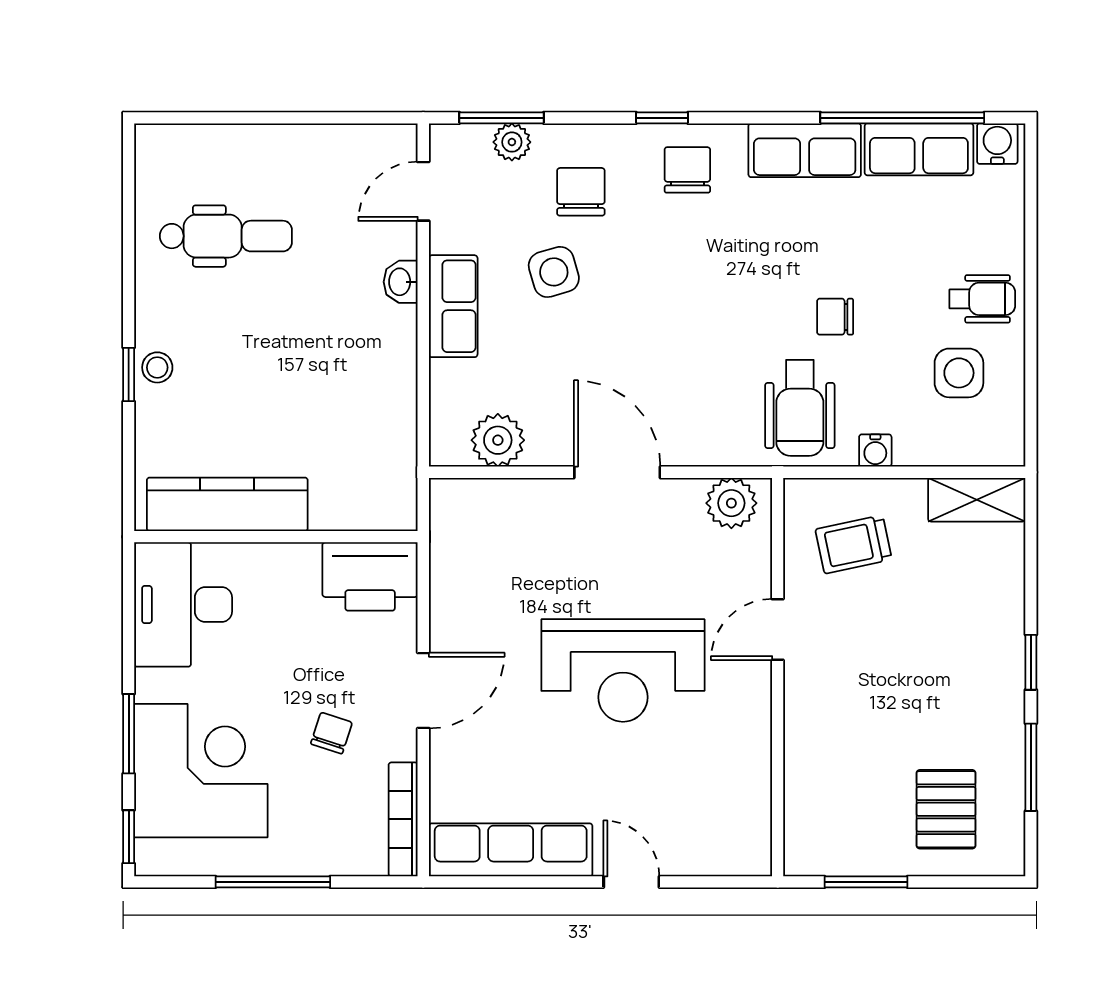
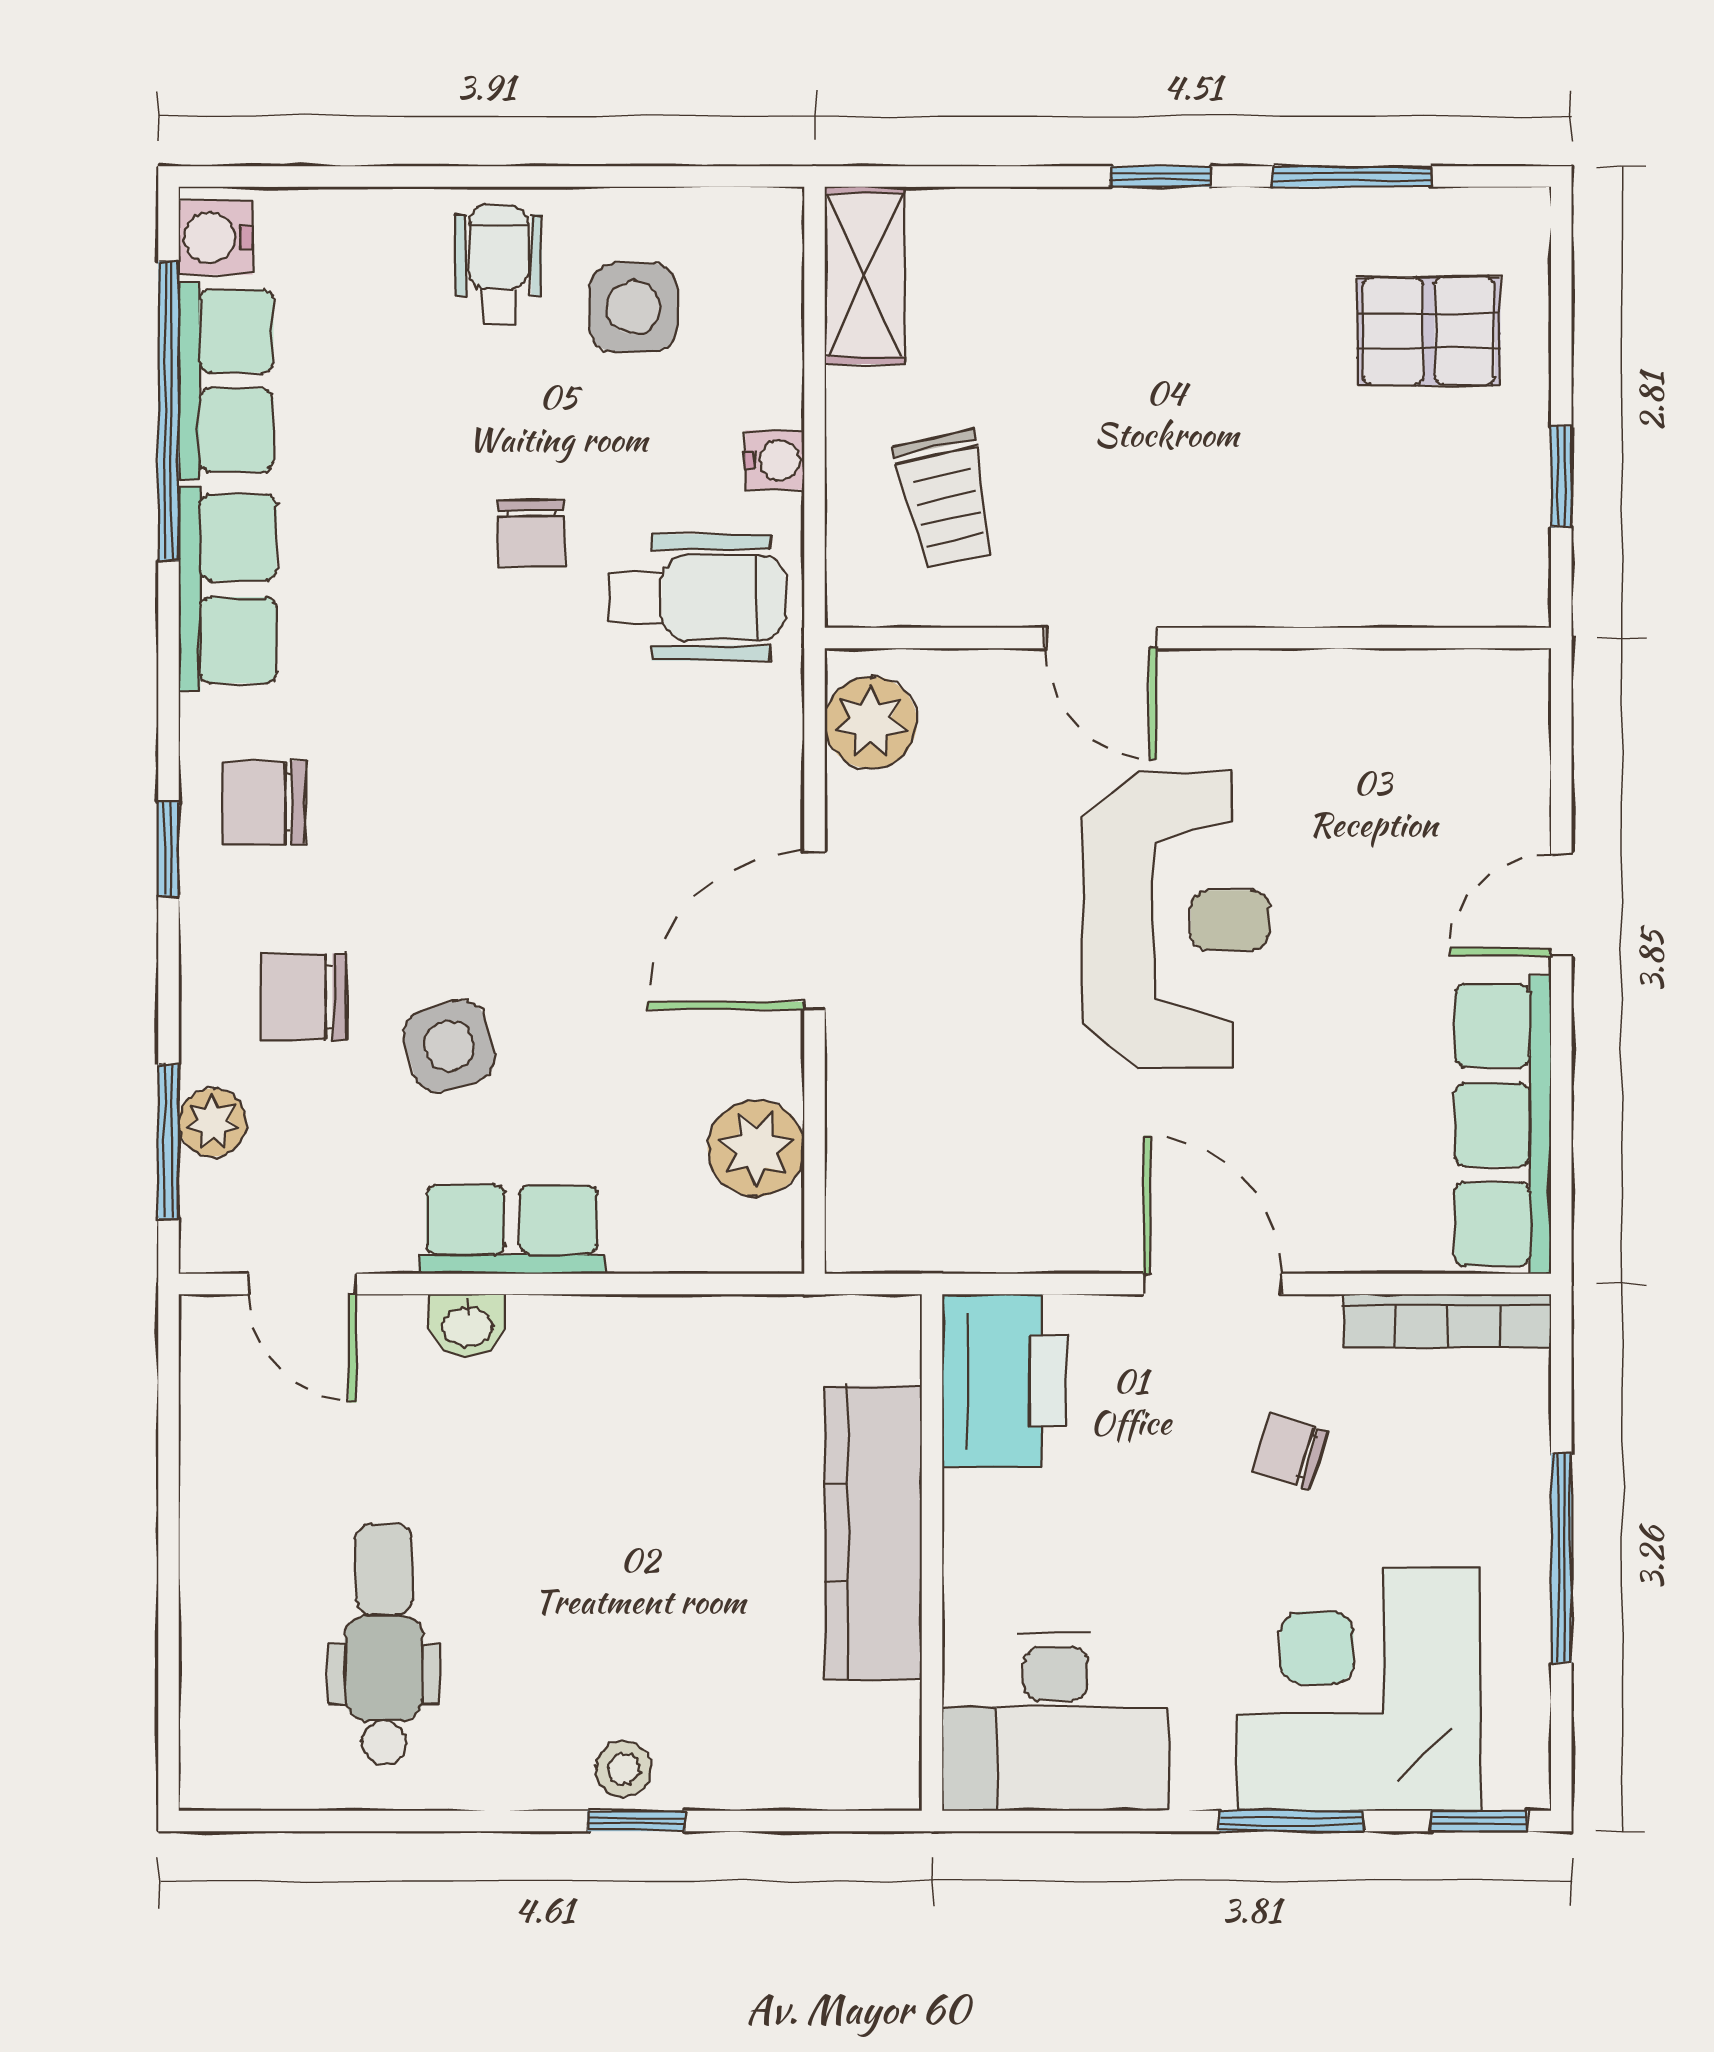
kitchen counter: (227, 504) -> (873, 1532), moved
window: (866, 882) -> (1561, 477), width x0.67

